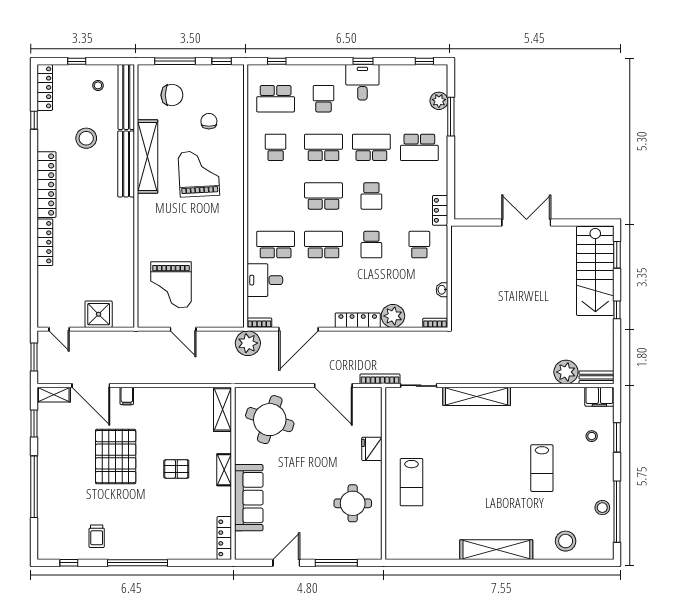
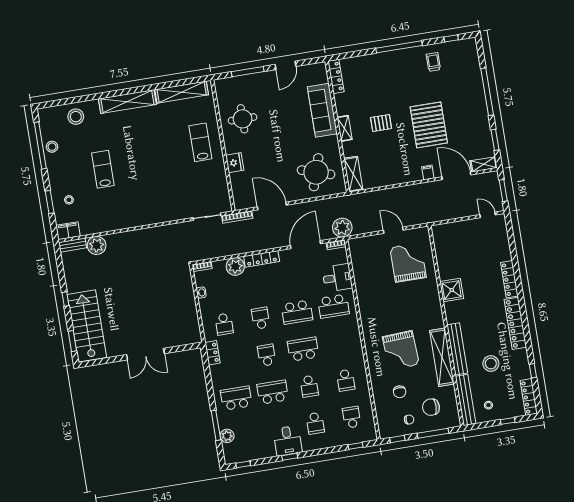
chair: (203, 84) -> (409, 420), added
school desk: (276, 99) -> (352, 417), width x0.54
school desk: (323, 147) -> (309, 386), width x0.54
school desk: (371, 147) -> (273, 392), turned 180
school desk: (323, 196) -> (303, 349), turned 180
shower: (99, 314) -> (452, 290), moved
shelving: (477, 396) -> (182, 92), moved

